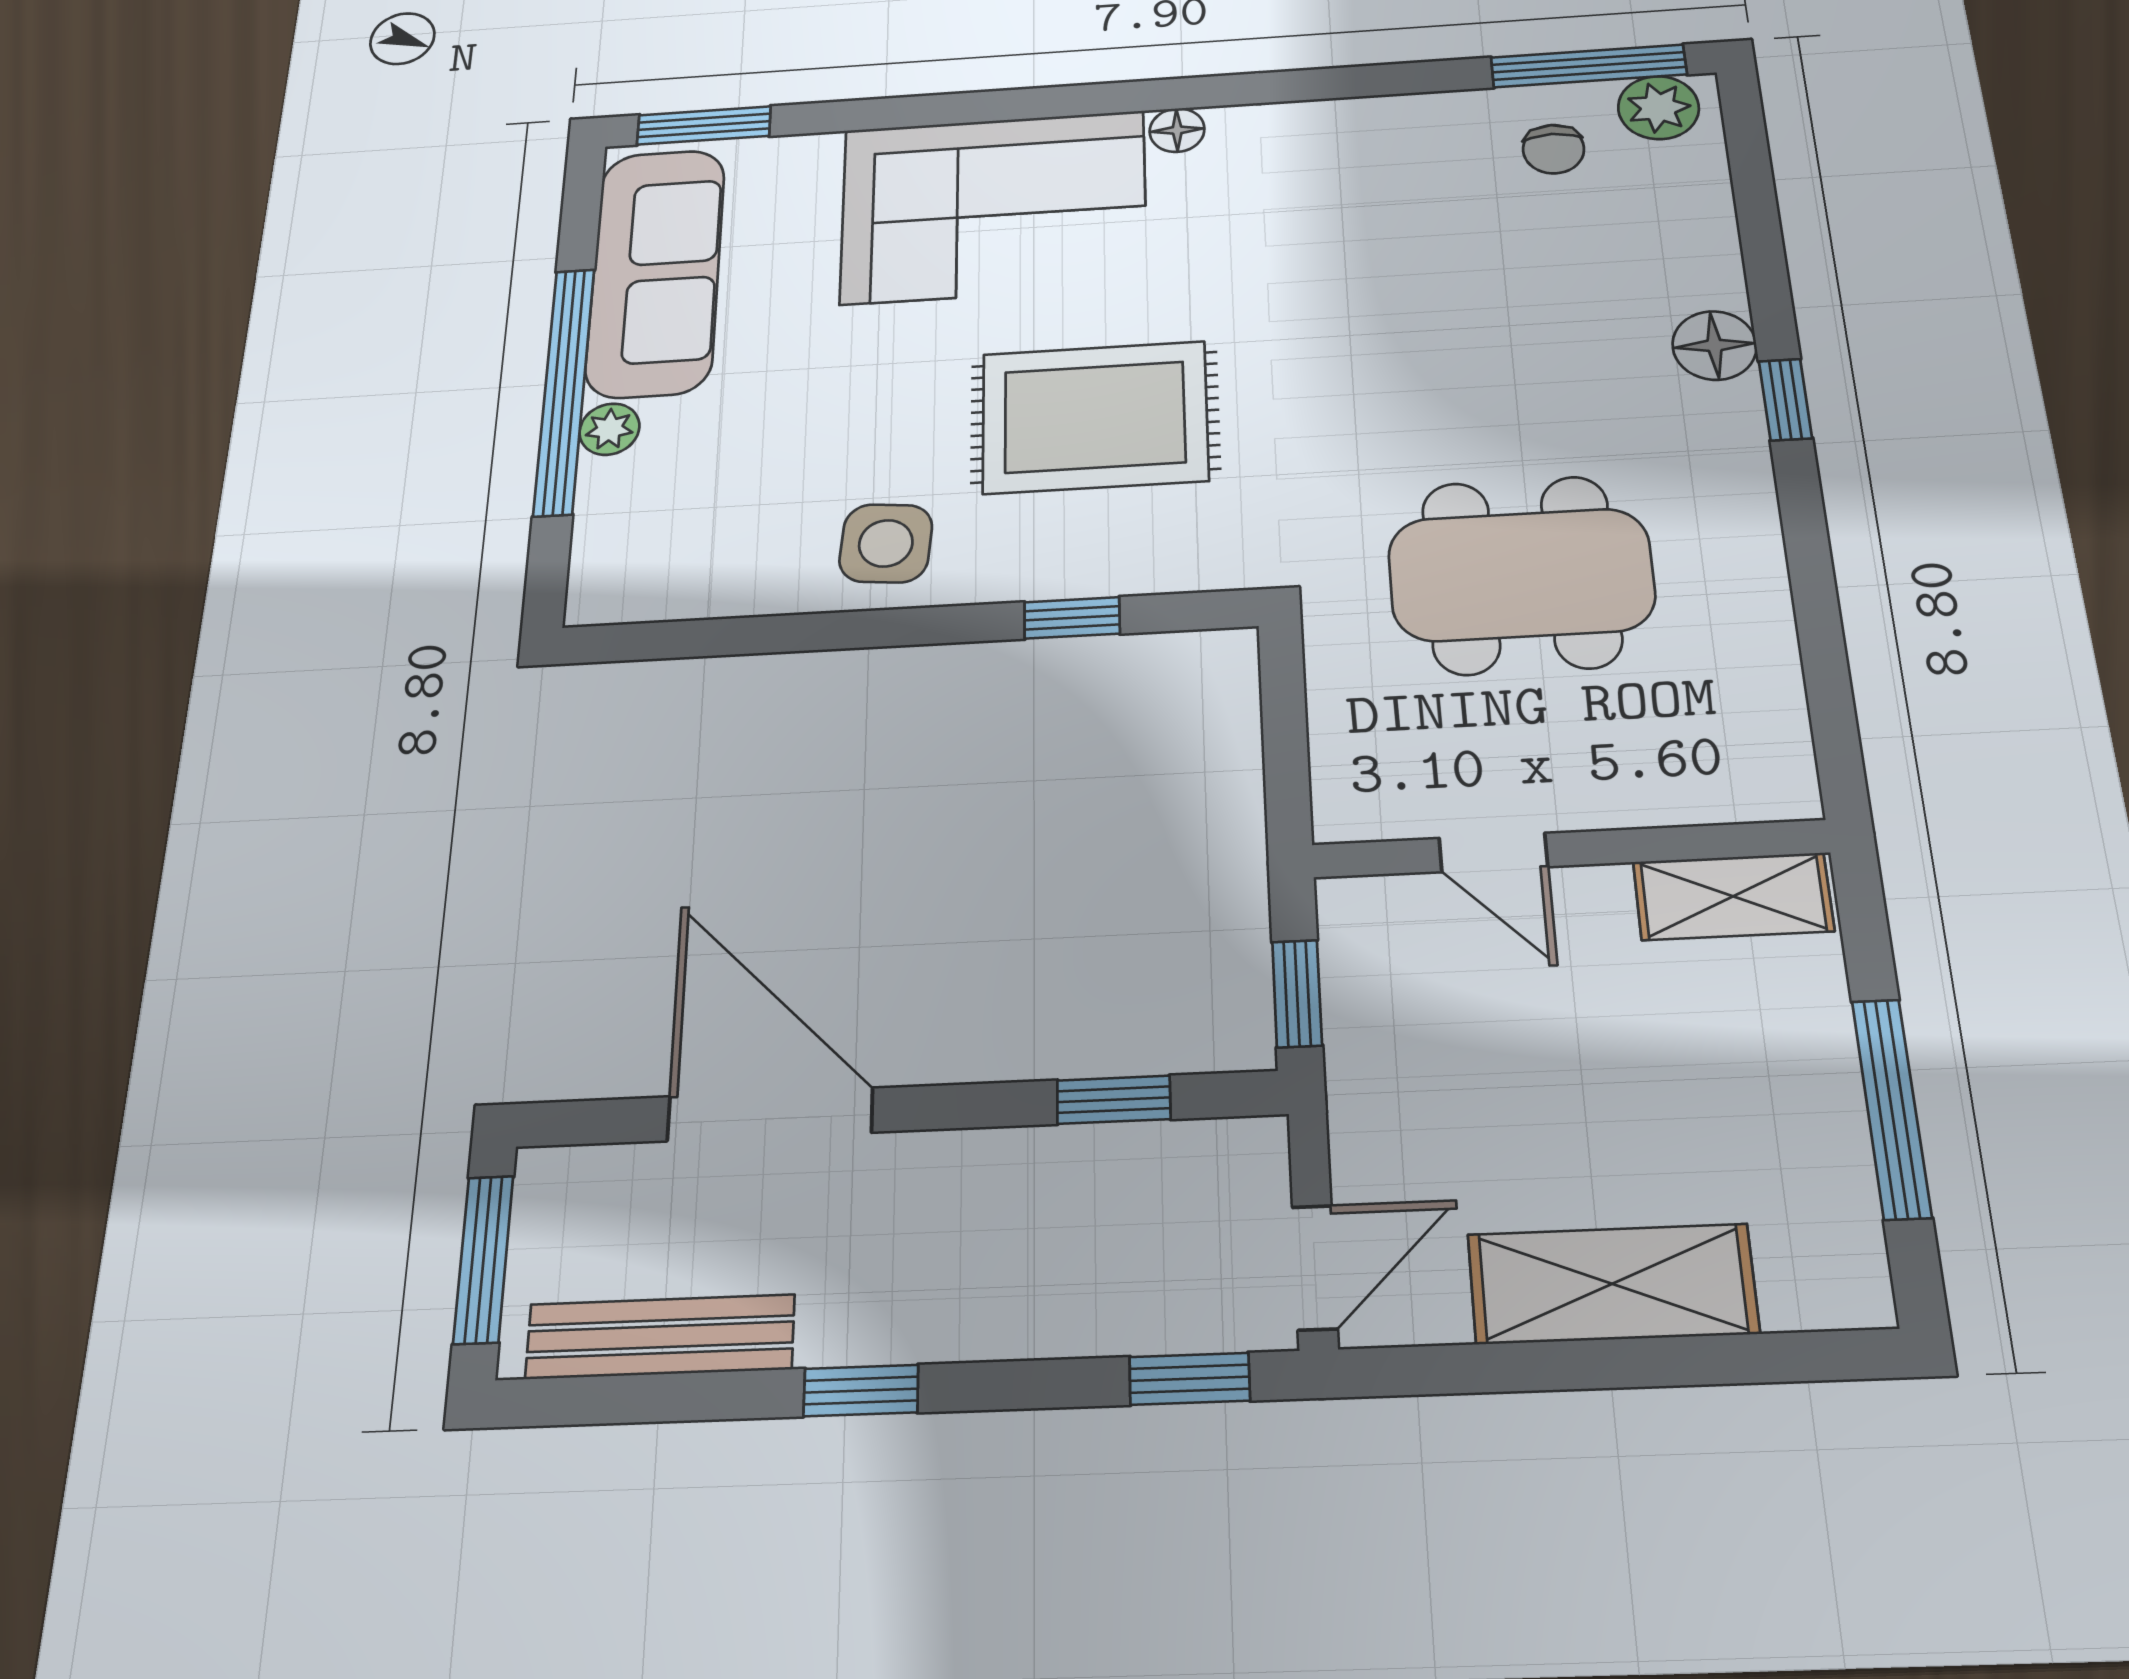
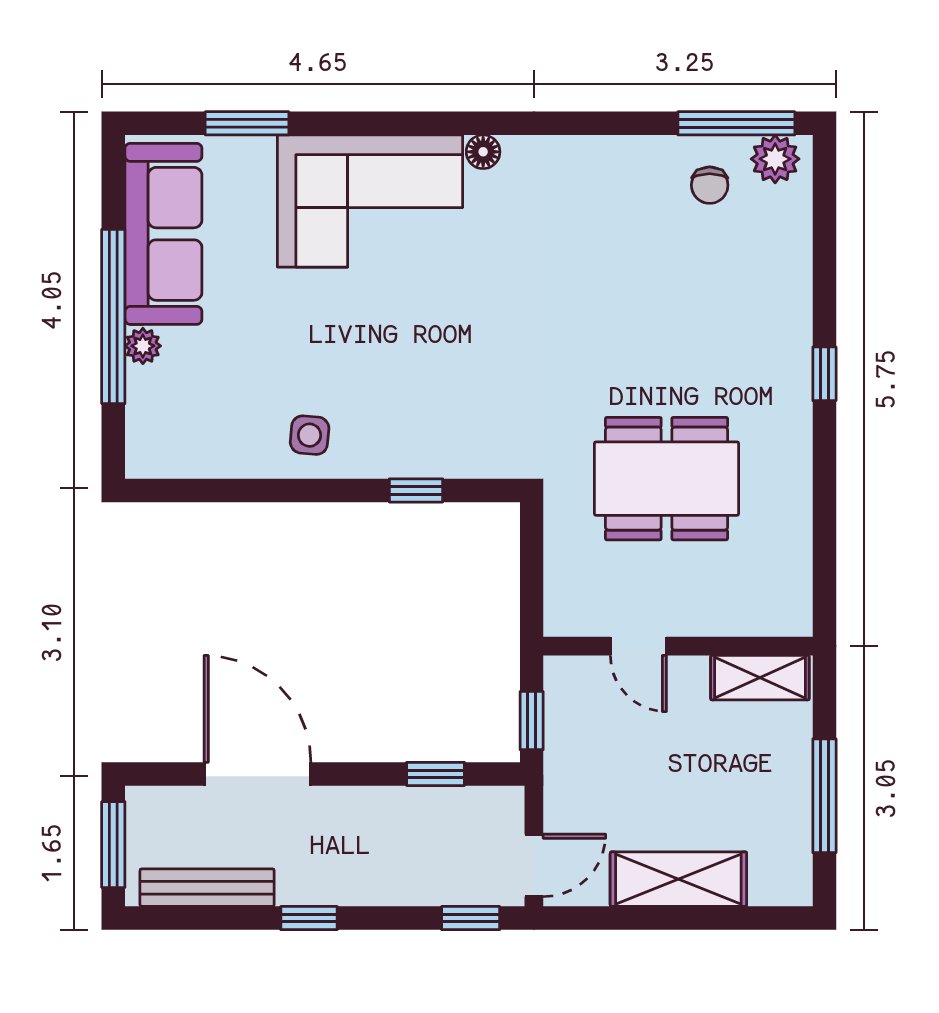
window: (704, 125) -> (247, 123), moved
floor lamp: (1714, 345) -> (789, 334), removed
rug: (1095, 417) -> (430, 358), removed
side table: (886, 543) -> (310, 435), width x0.73, depth x0.73

